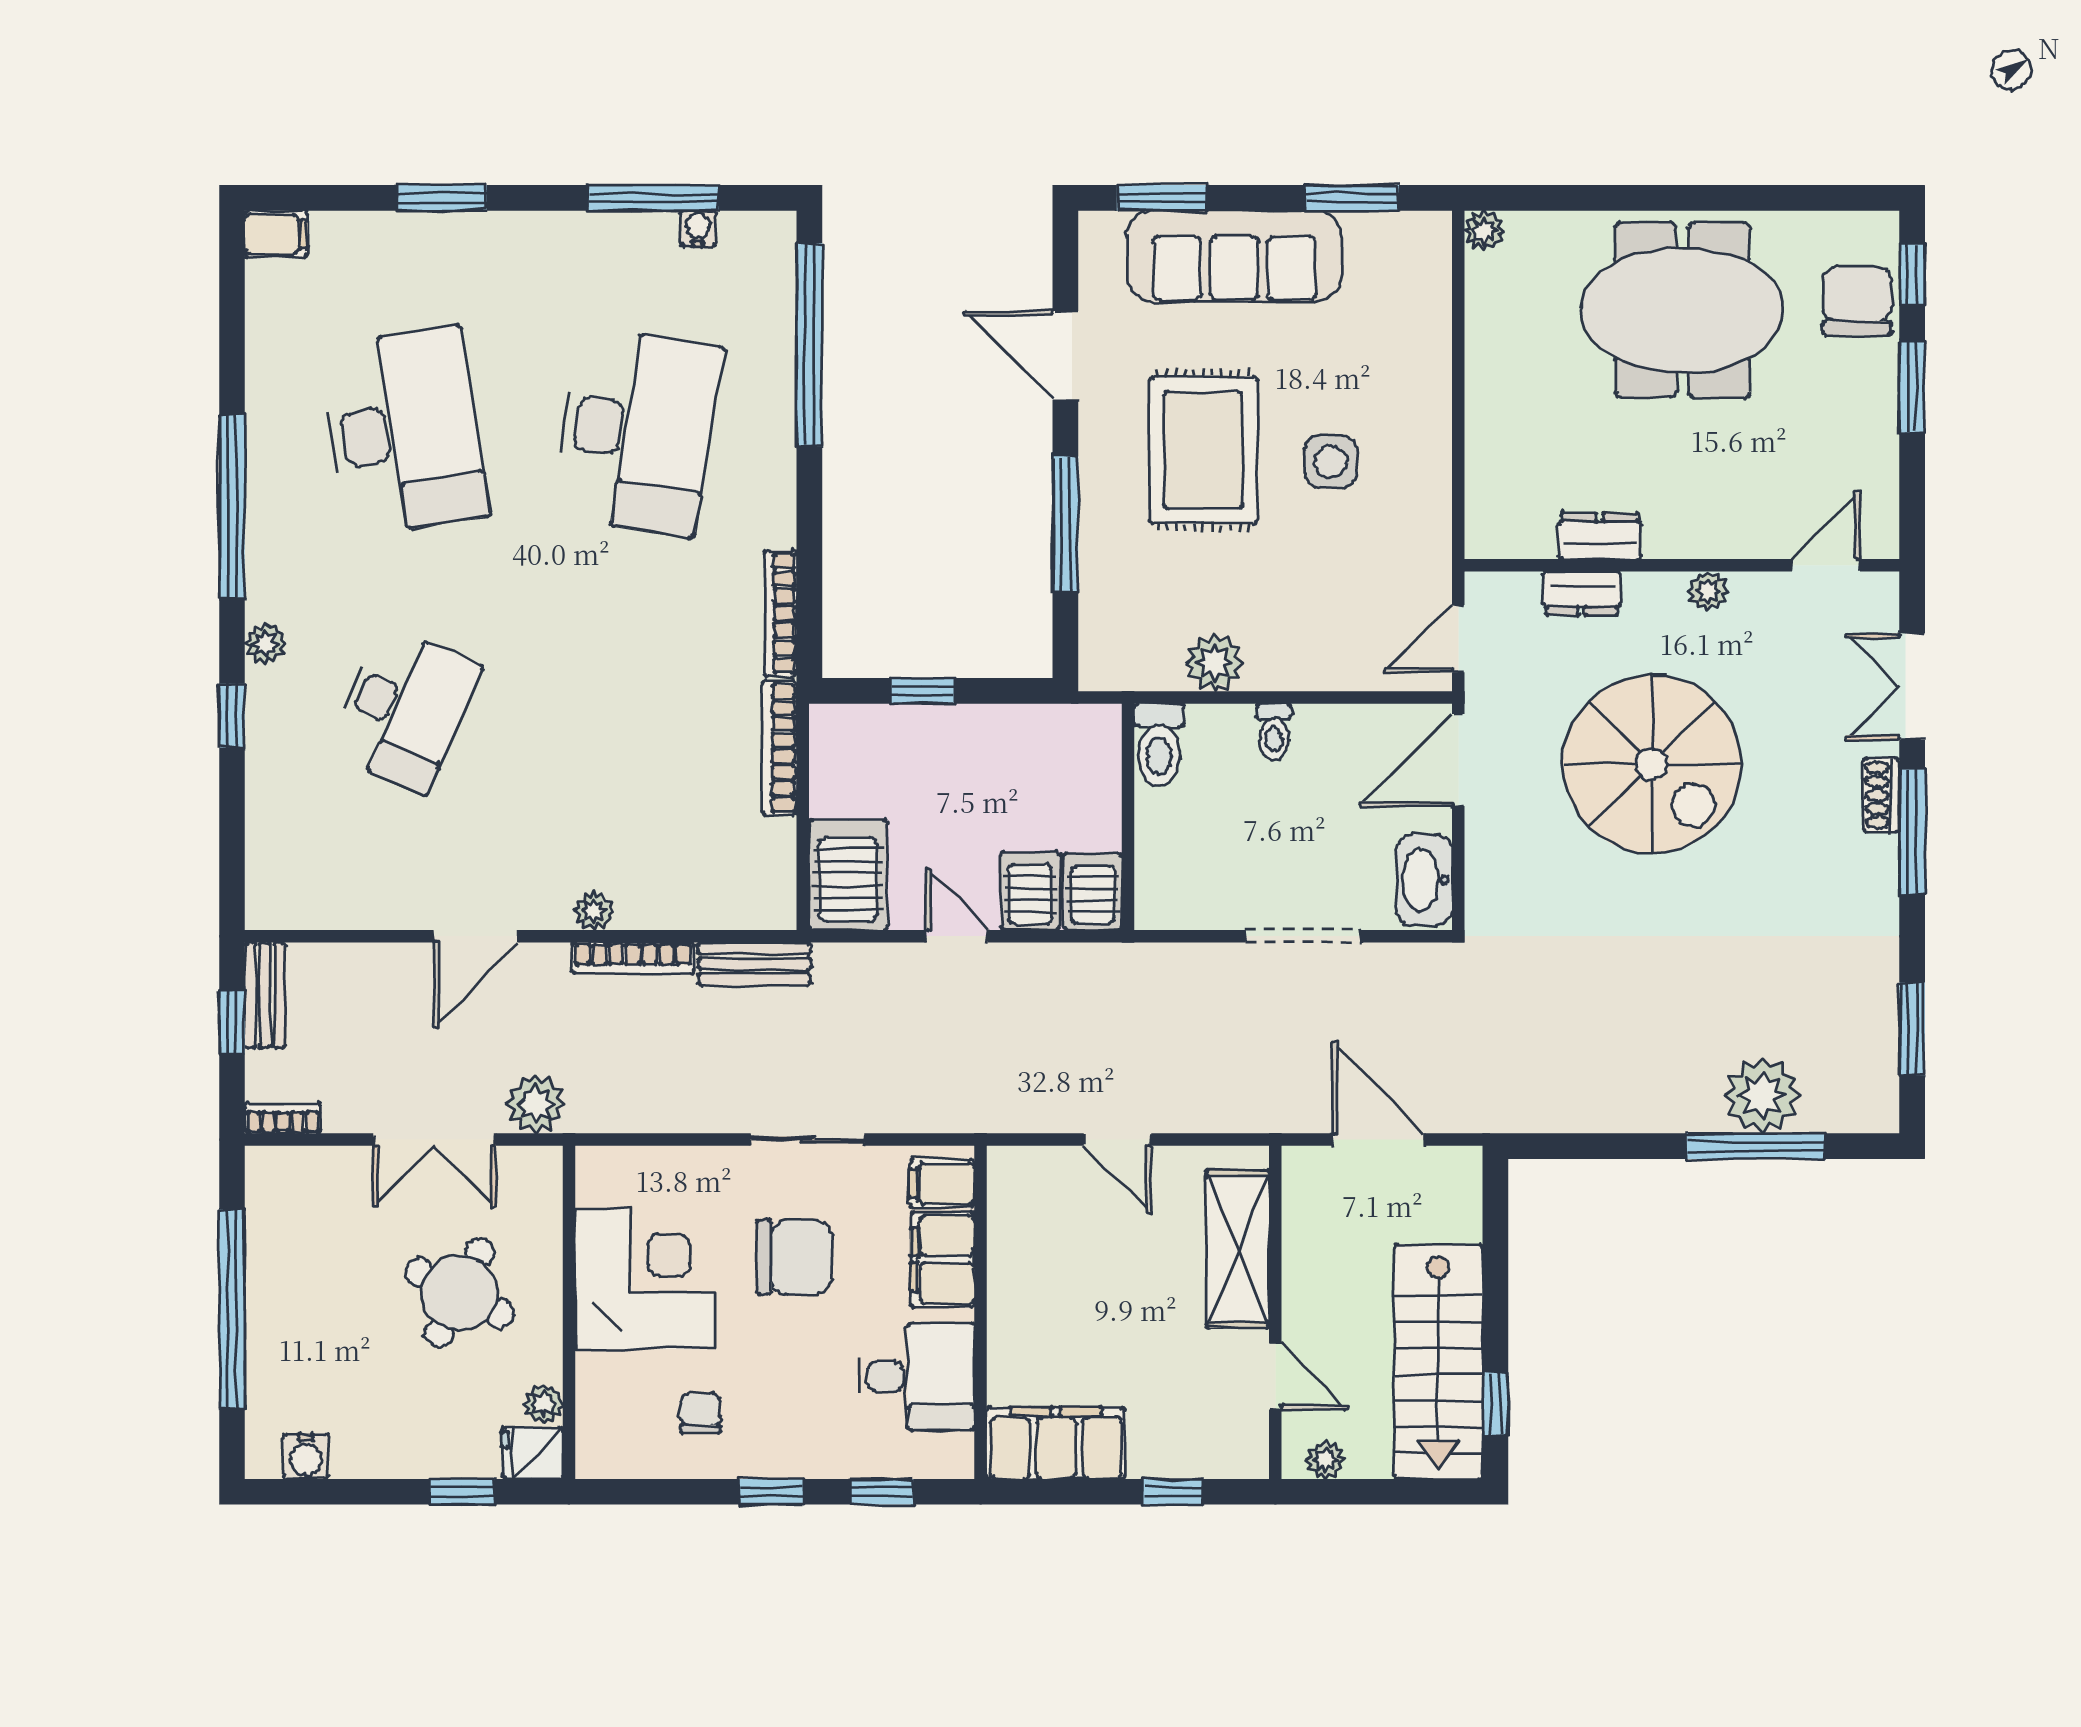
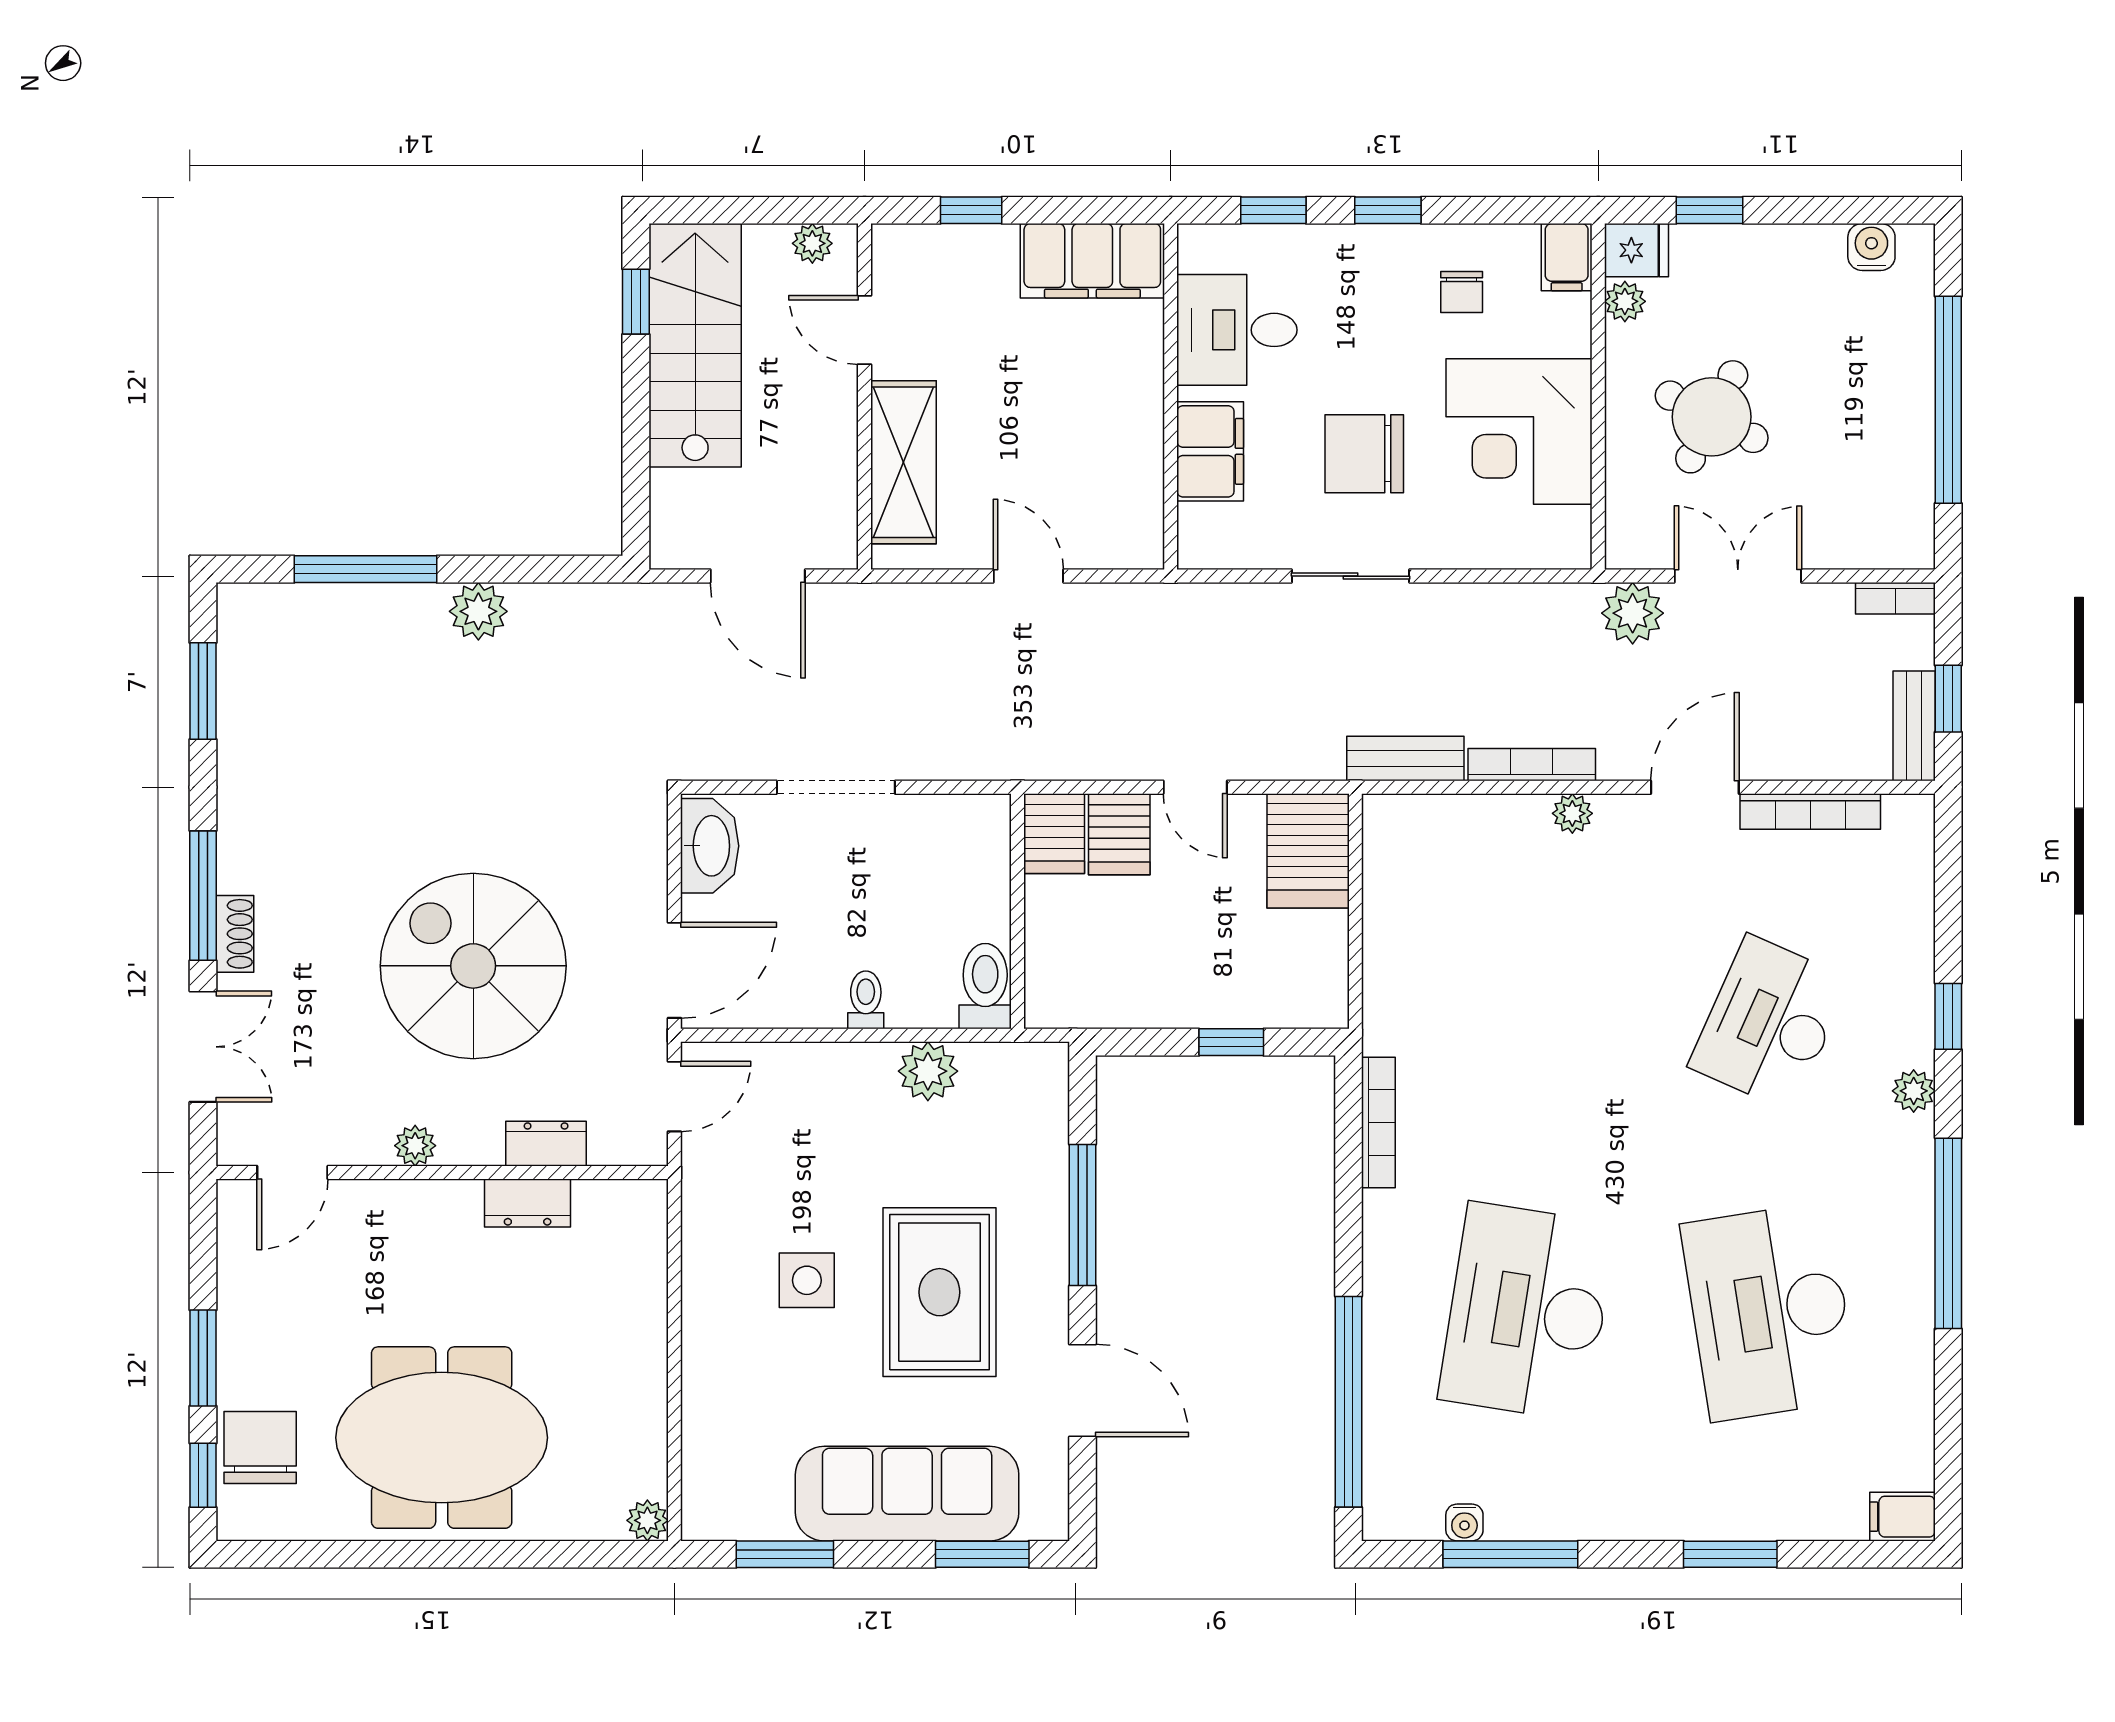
chair: (1857, 301) -> (260, 1448), turned 180
bookcase: (779, 748) -> (1810, 811), moved, turned 90
plant: (1762, 1095) -> (478, 611), moved, width x0.73, depth x0.73
filing cabinet: (942, 1183) -> (1567, 257), moved, turned 90

